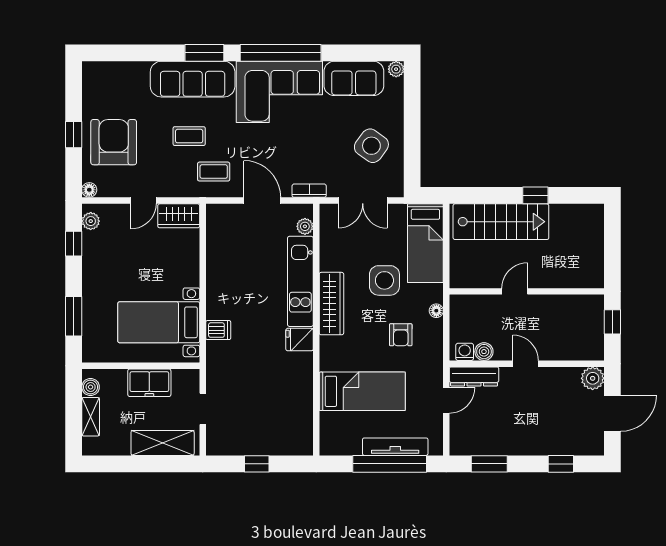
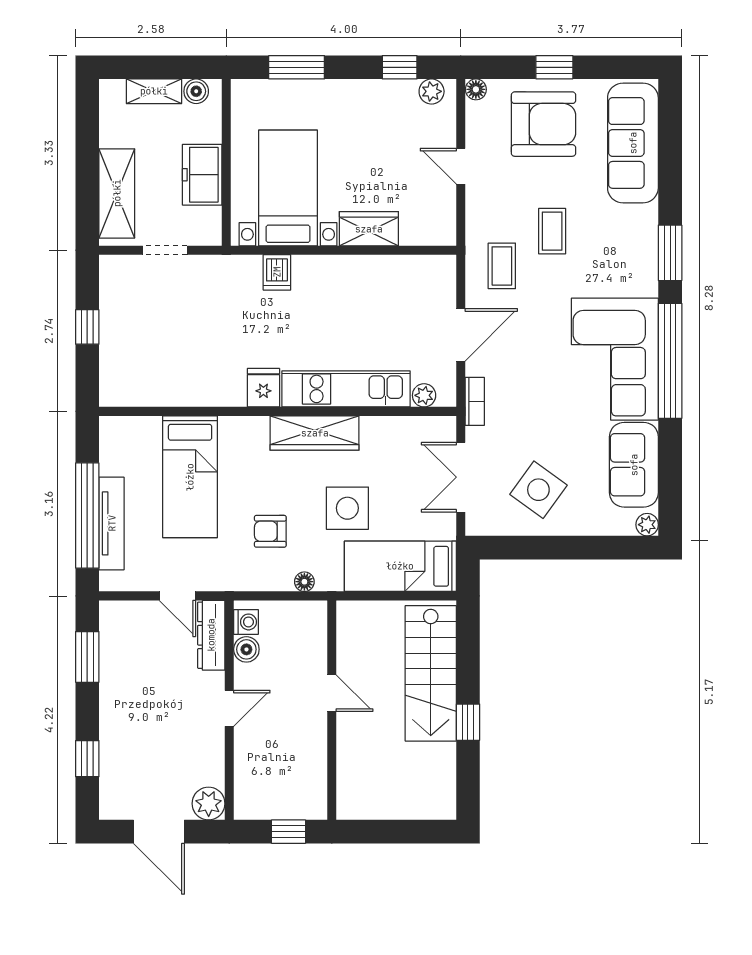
sofa: (193, 79) -> (633, 143), moved
wardrobe: (179, 216) -> (369, 229), moved, turned 90

